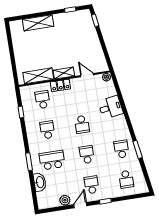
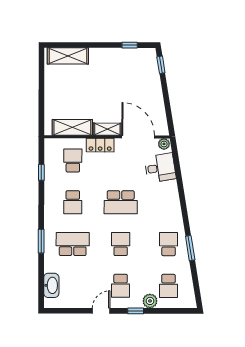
shelving: (38, 23) -> (68, 56), moved
door: (87, 75) -> (138, 137), width x1.87
desk: (111, 107) -> (160, 168), moved
school desk: (82, 124) -> (121, 202), width x1.85
school desk: (47, 130) -> (73, 202), turned 180
washbasin: (40, 182) -> (51, 285), moved
school desk: (92, 185) -> (121, 286), turned 180
plant: (65, 200) -> (150, 301), moved

